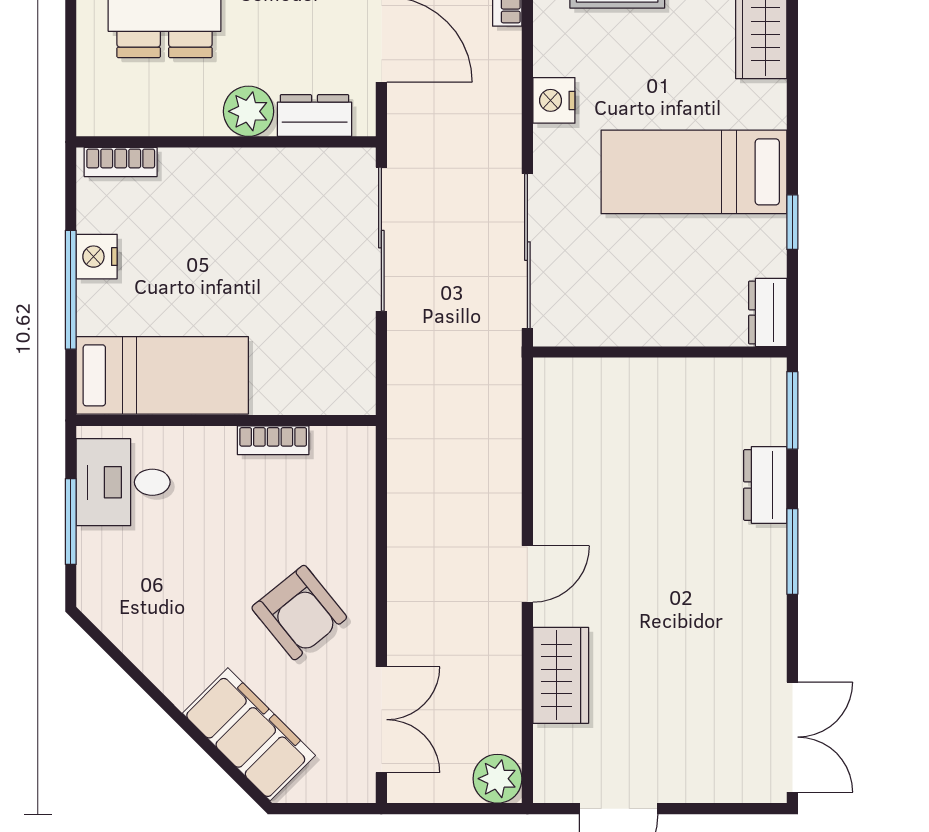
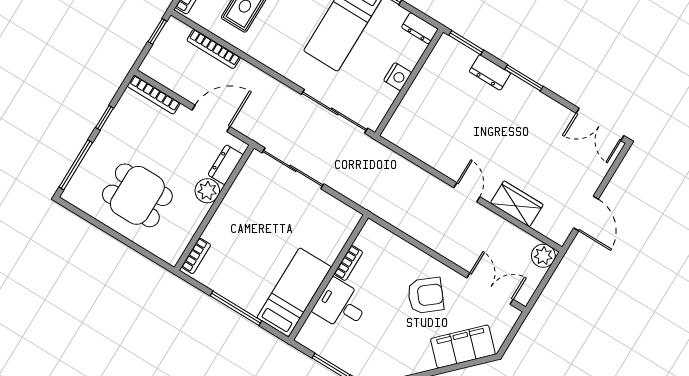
nightstand: (554, 100) -> (398, 77), moved, turned -90
nightstand: (97, 257) -> (229, 289), removed
desk: (123, 482) -> (341, 305), moved, turned 90
double door: (792, 737) -> (600, 124), swing flipped

